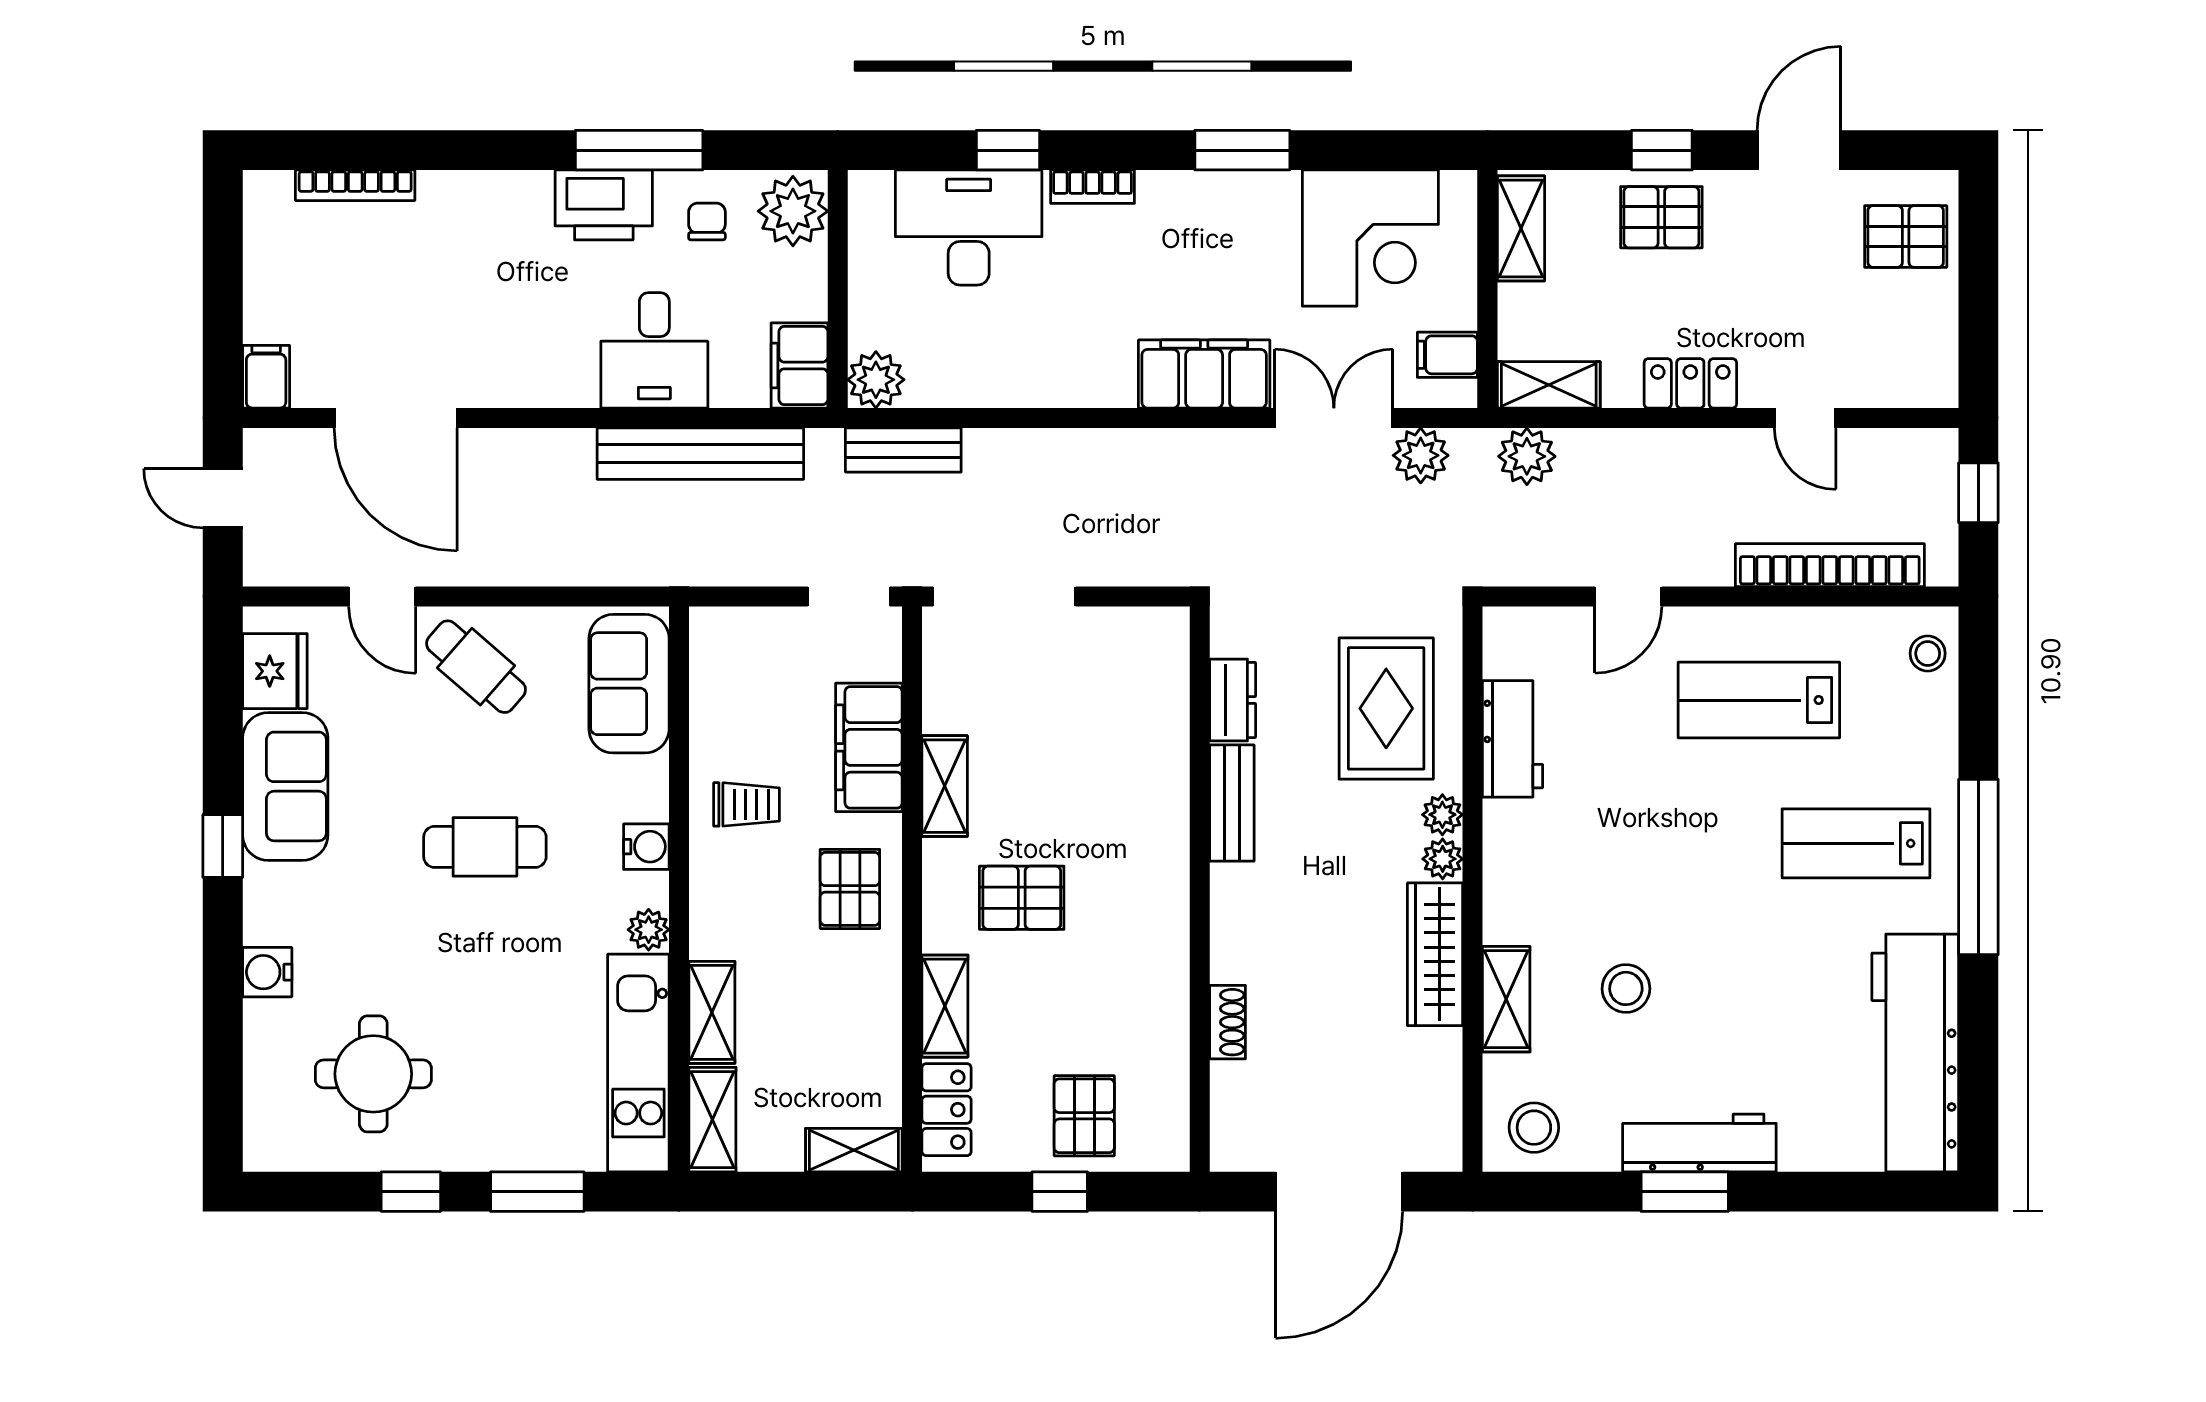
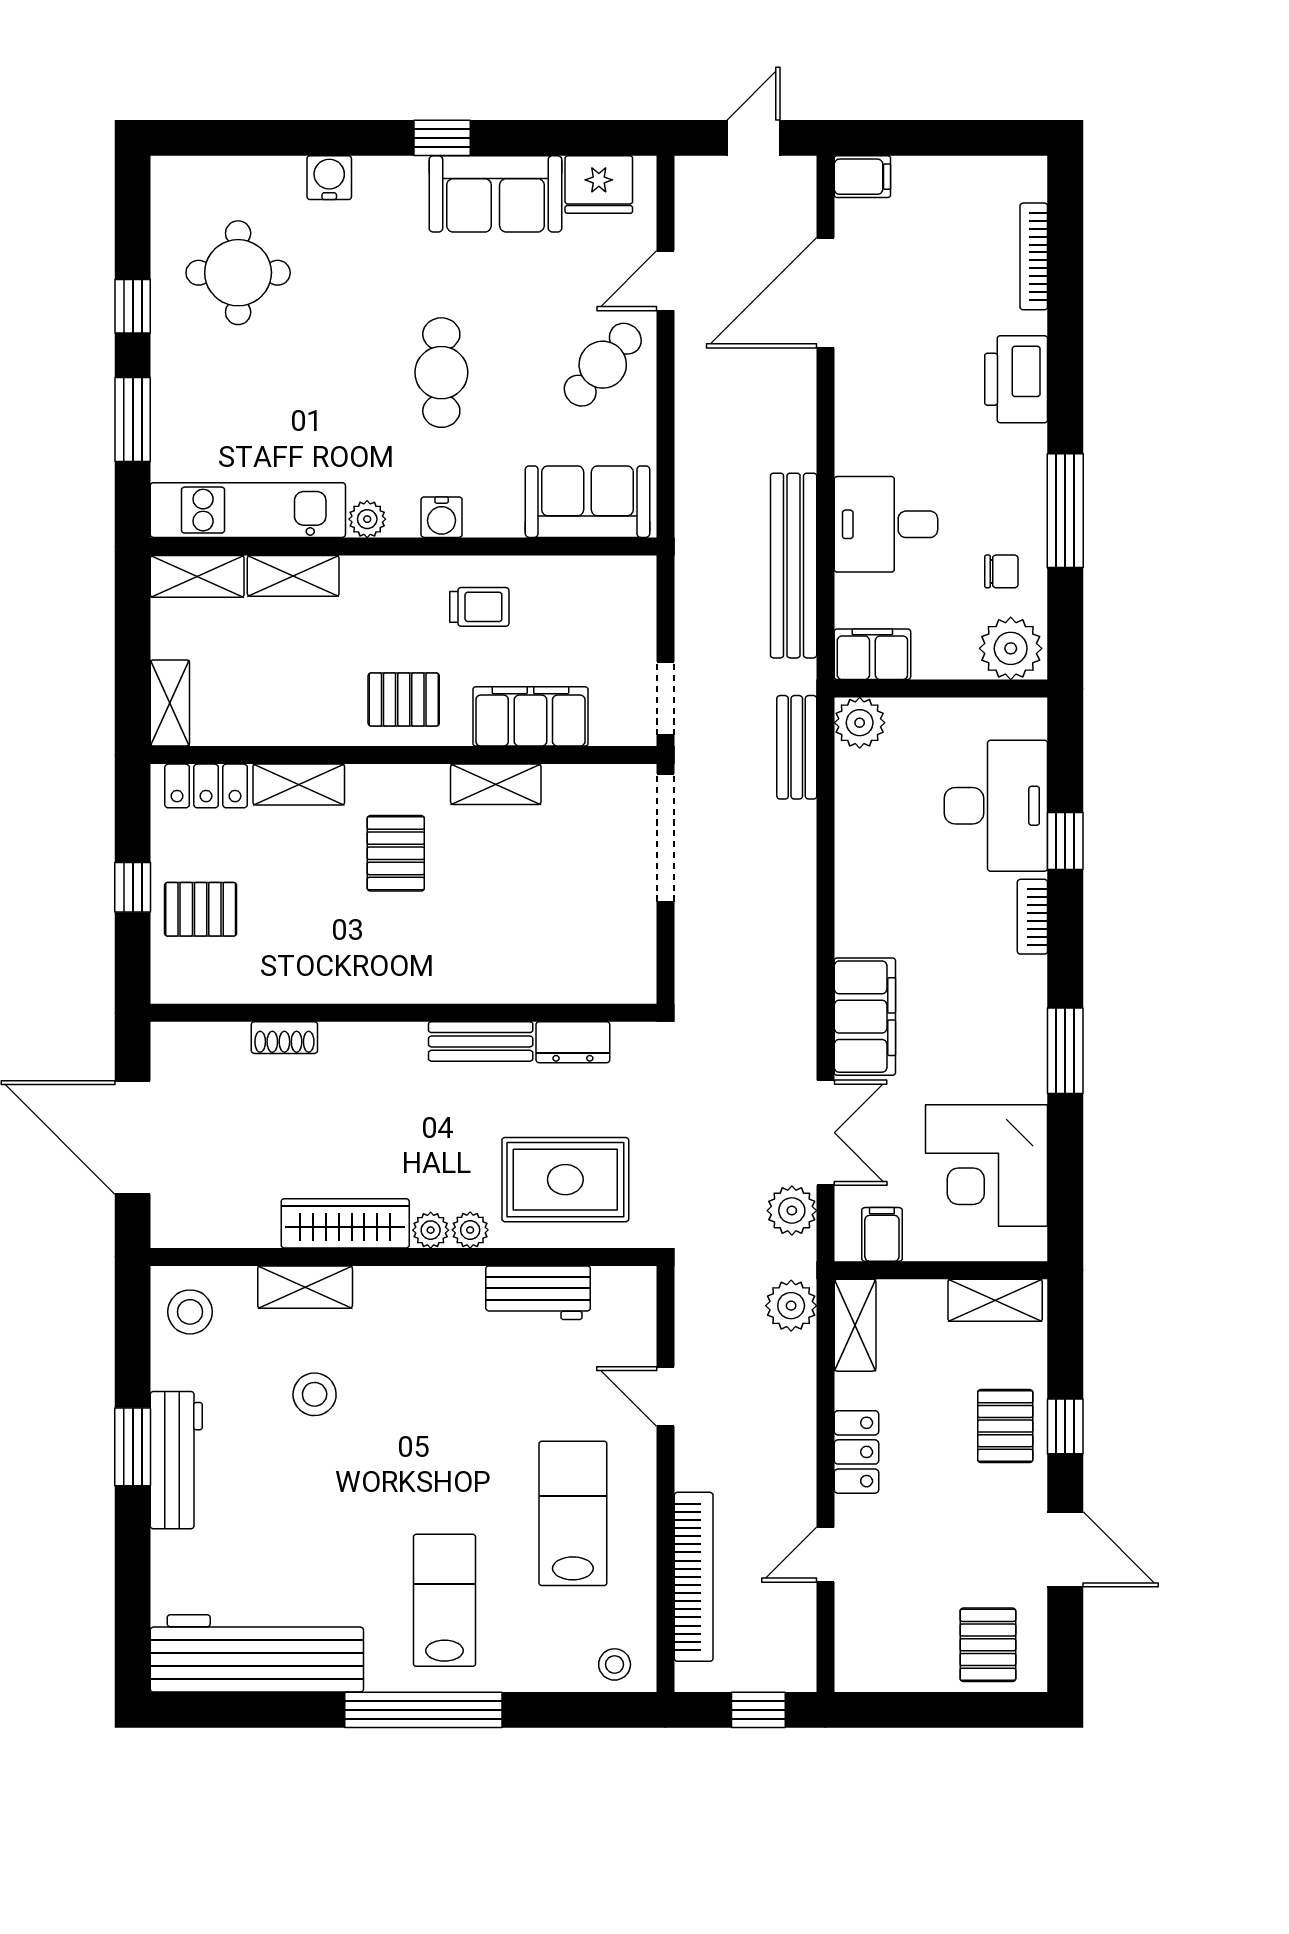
printer: (604, 205) -> (1016, 379), moved
trolley: (747, 804) -> (479, 607), turned -90

